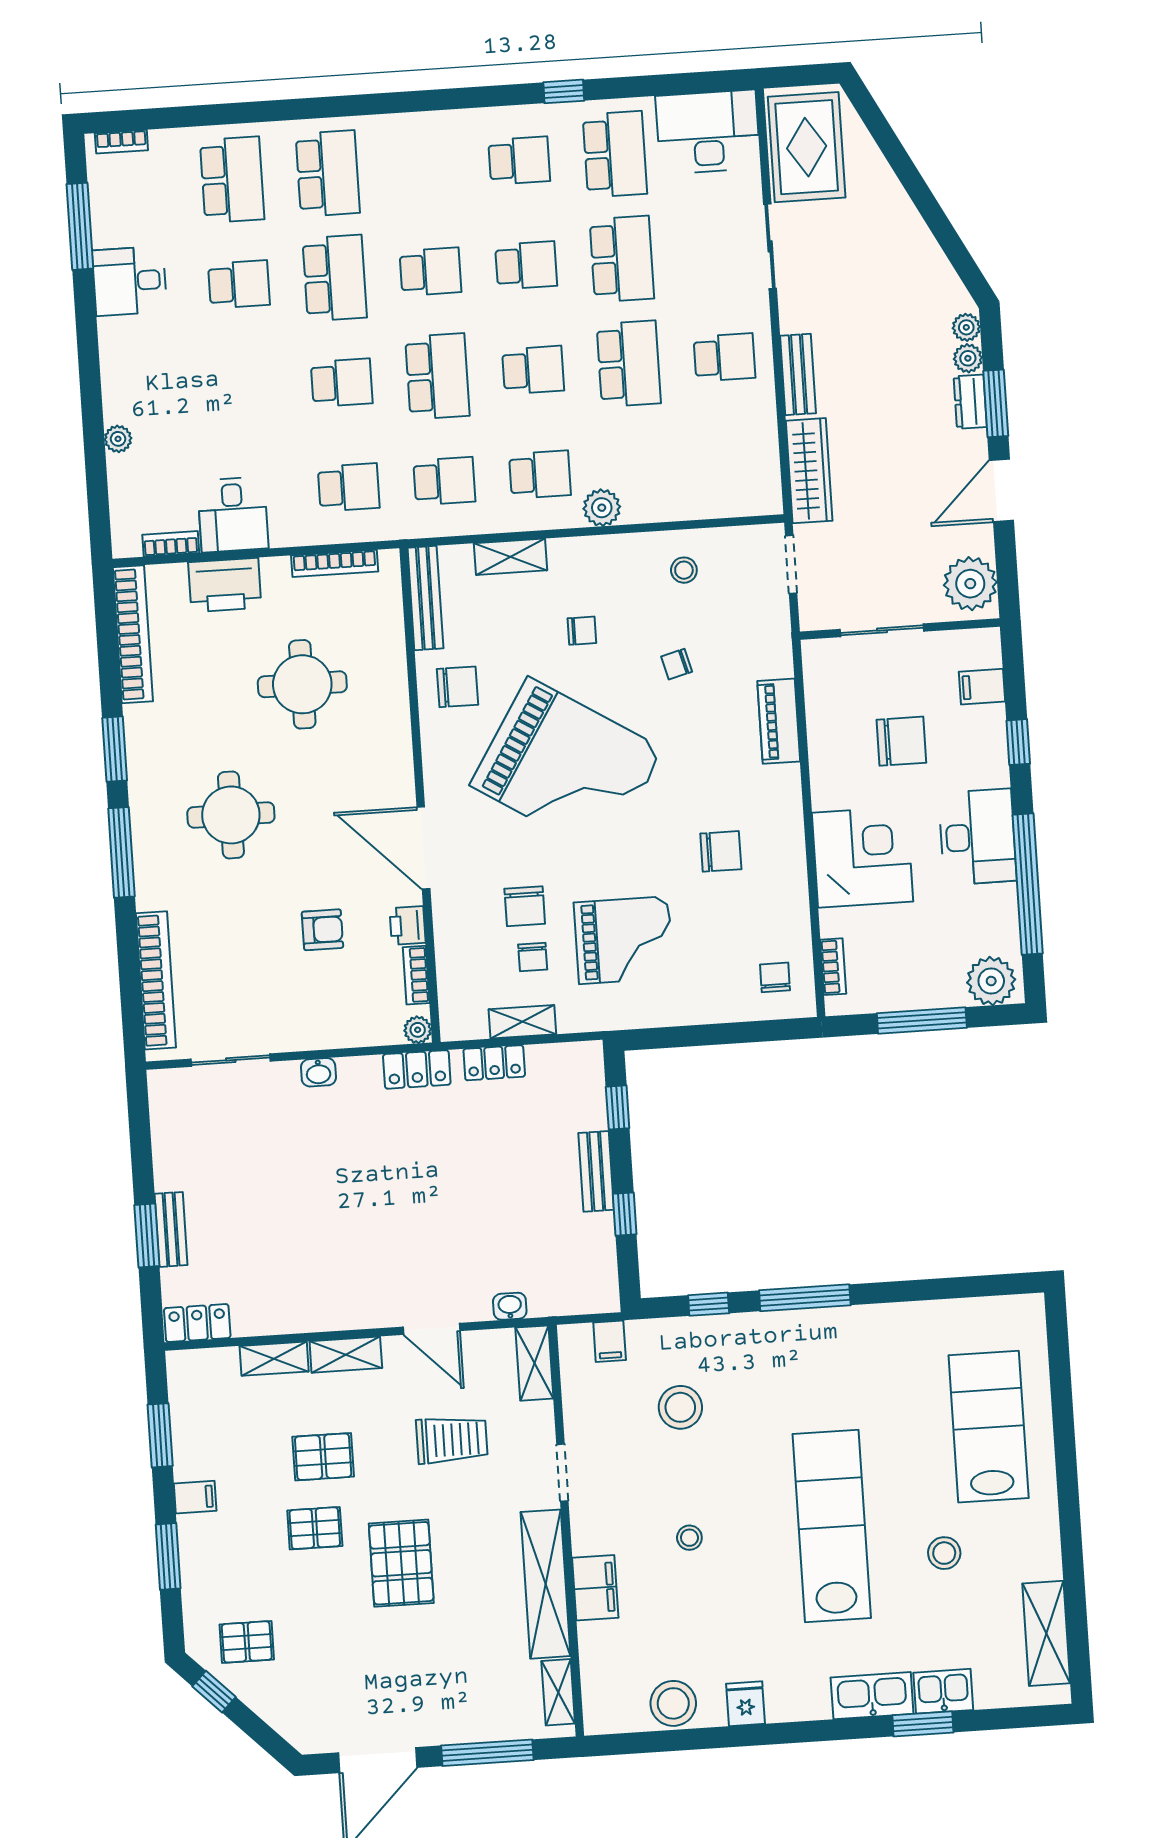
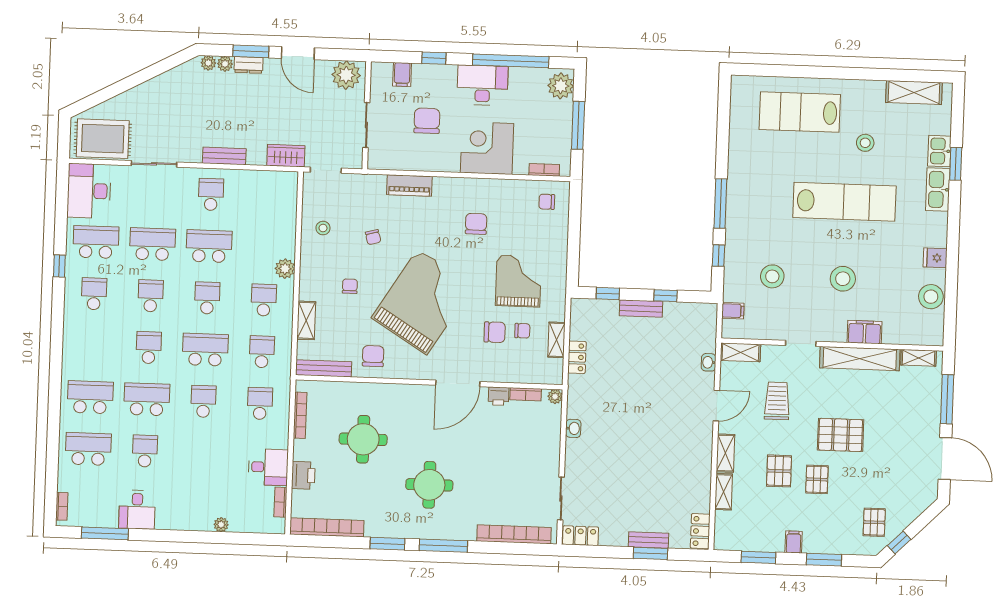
wardrobe: (809, 471) -> (286, 156), width x0.67
printer: (225, 585) -> (303, 475), width x0.73, depth x0.84
armchair: (322, 930) -> (496, 442), removed
locker: (417, 1069) -> (581, 536), moved, turned -90
washbasin: (318, 1072) -> (573, 428), moved
lab bench: (832, 1526) -> (844, 202), turned 180
stool: (689, 1538) -> (843, 279), width x1.89, depth x1.89

